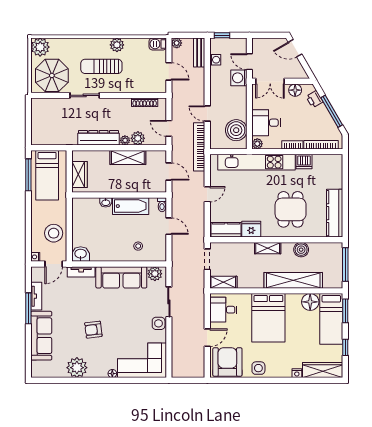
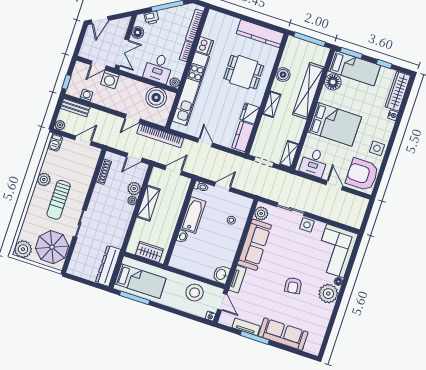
dresser: (98, 138) -> (108, 266), moved
plant: (77, 368) -> (328, 294), moved

